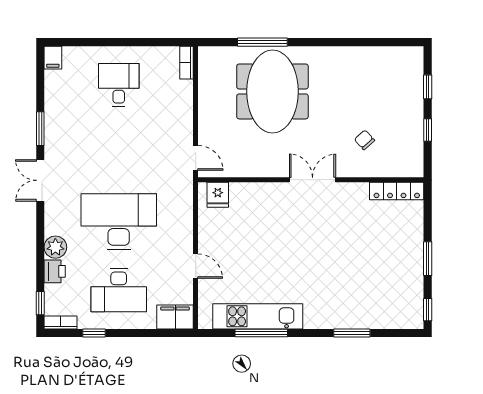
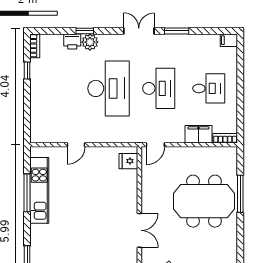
desk: (119, 290) -> (159, 88), moved, turned 180
window: (40, 303) -> (85, 31), moved
filing cabinet: (175, 317) -> (198, 134), moved, turned -90

